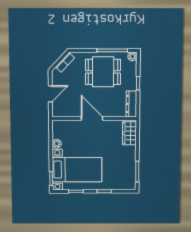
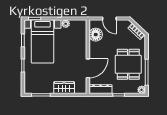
floor lamp: (69, 109) -> (96, 35), added
door: (92, 118) -> (88, 68), moved
wardrobe: (129, 133) -> (64, 88), moved

